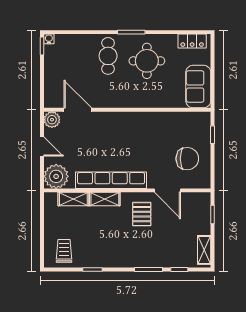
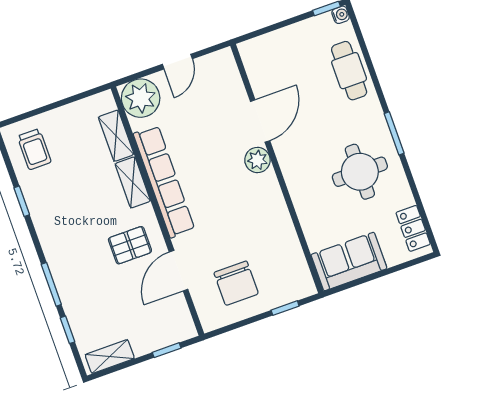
cafe table: (108, 56) -> (349, 71), moved, turned 90
door: (78, 110) -> (260, 121), moved
plant: (52, 120) -> (257, 160), moved
trolley: (64, 251) -> (34, 149), turned 90

